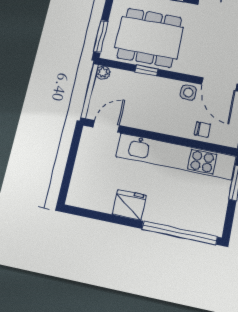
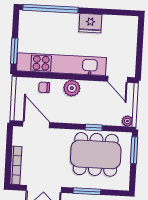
side table: (188, 93) -> (59, 115), removed
plant: (167, 123) -> (72, 88), added
door: (106, 126) -> (118, 79), hinge flipped

